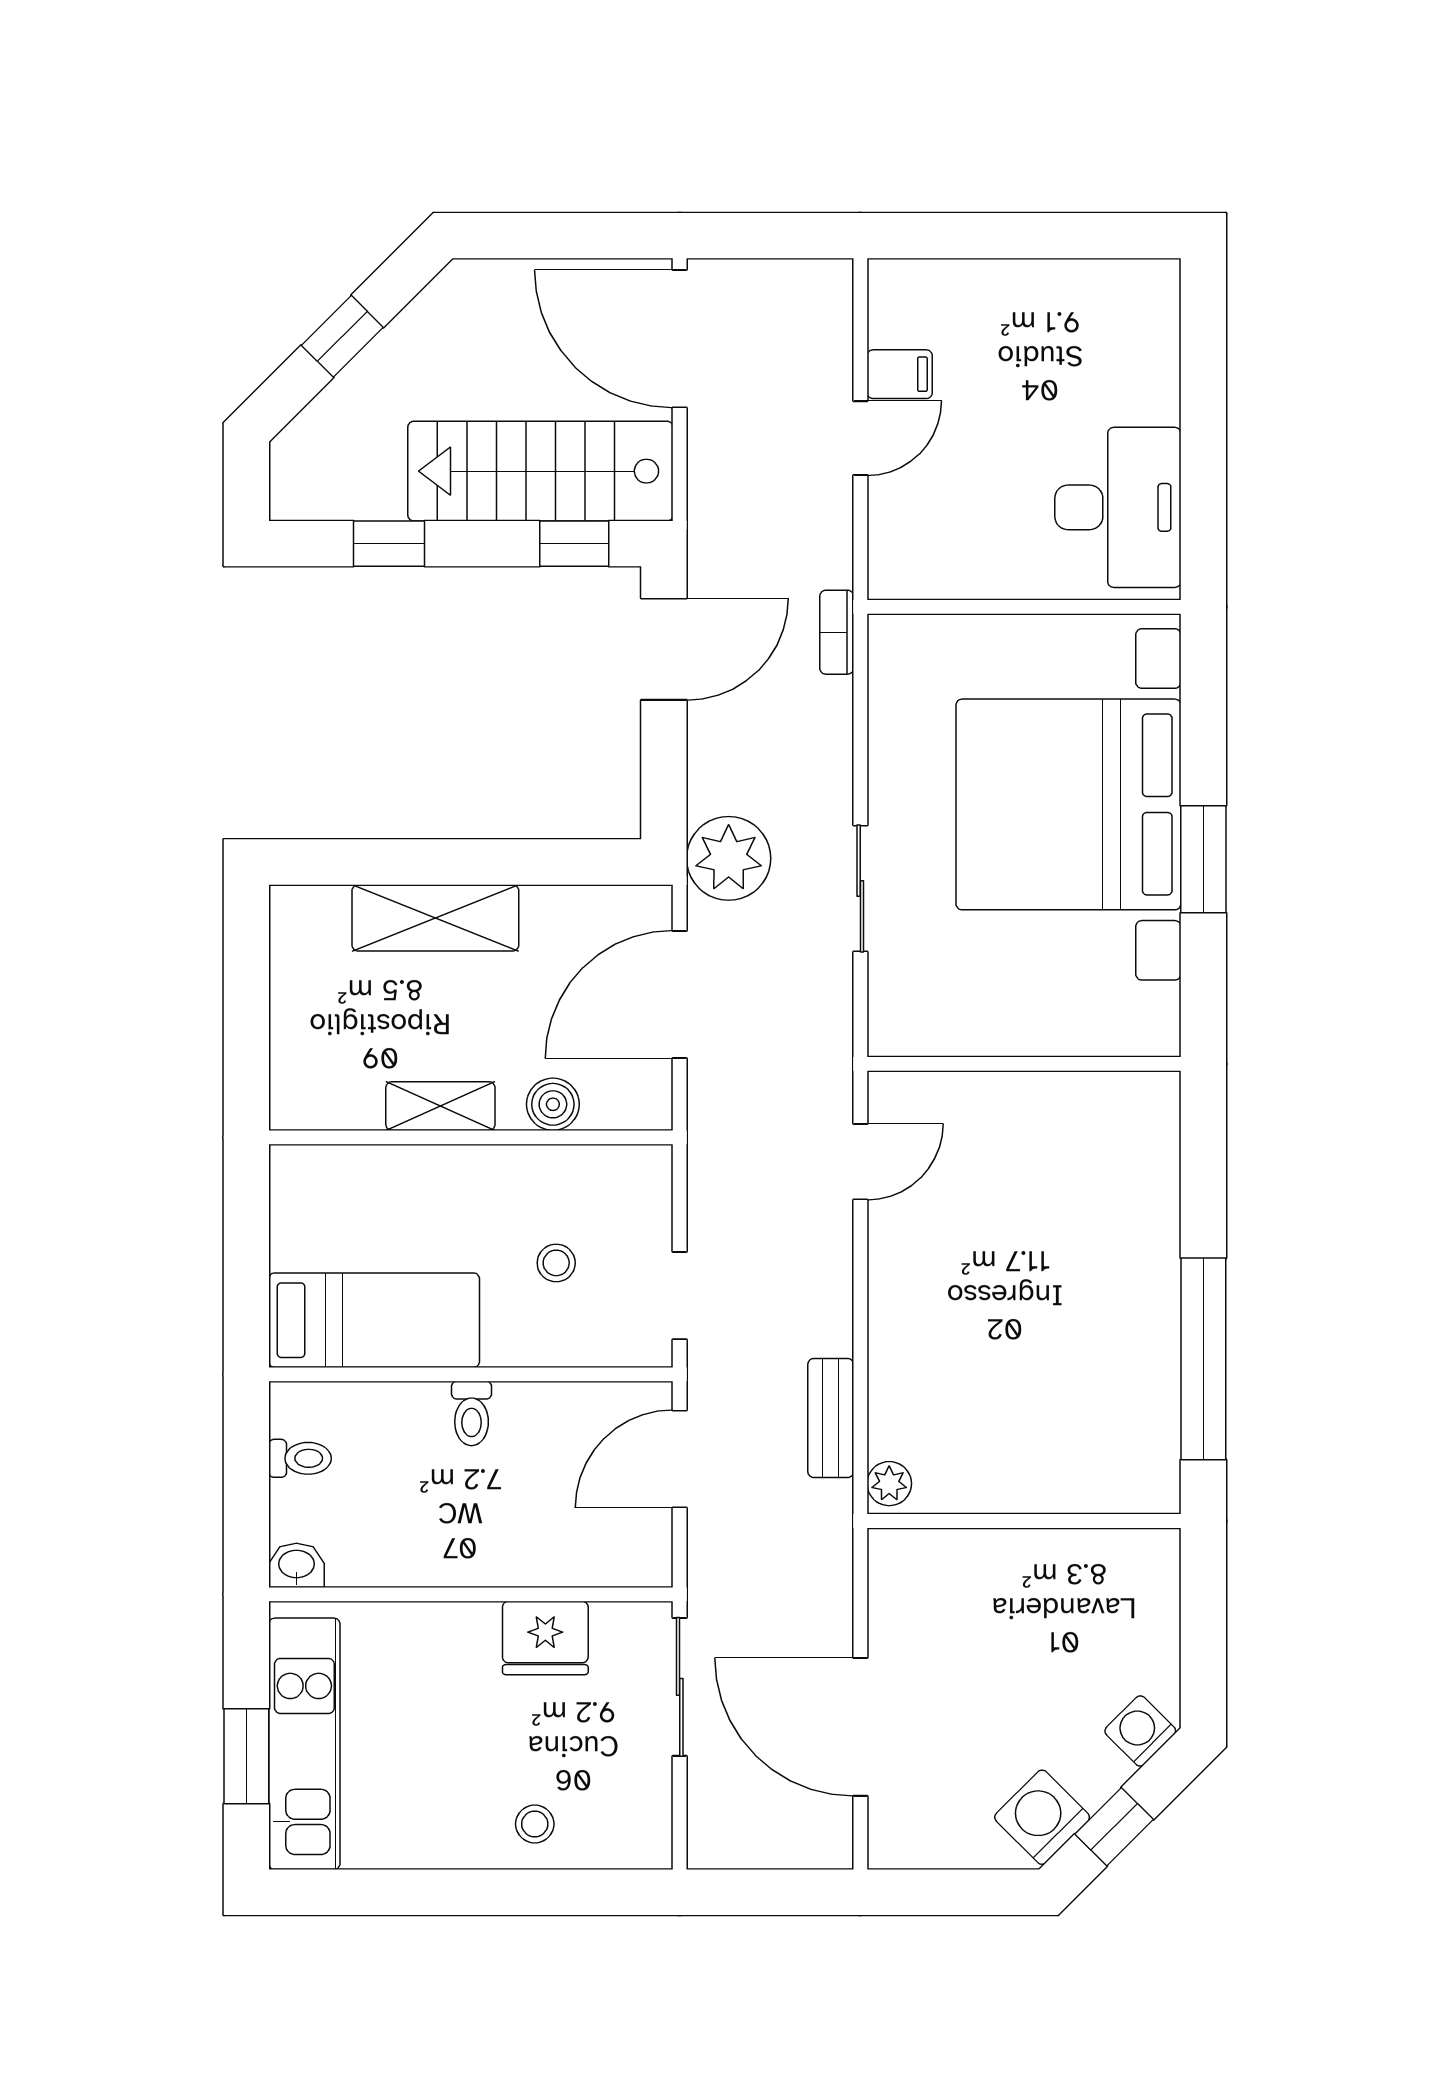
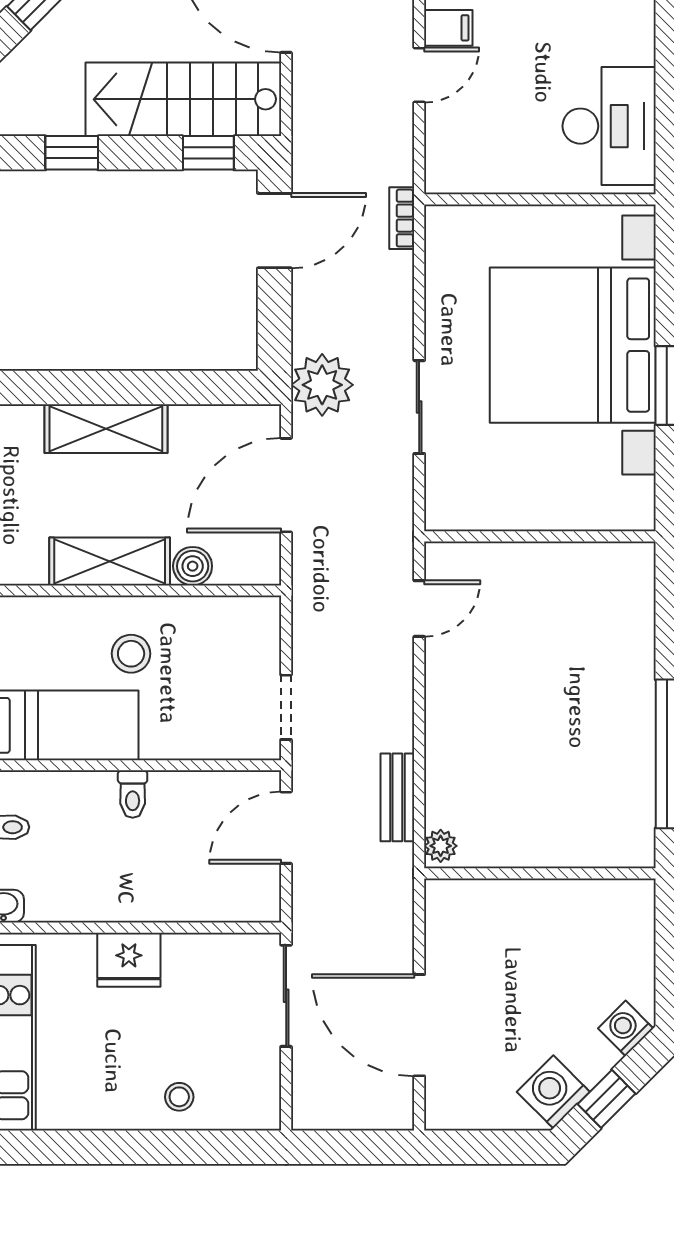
shelving: (440, 1106) -> (110, 561), width x1.50, depth x1.33
stool: (556, 1263) -> (131, 654), moved, width x1.37, depth x1.37
fridge: (545, 1638) -> (129, 960), moved

